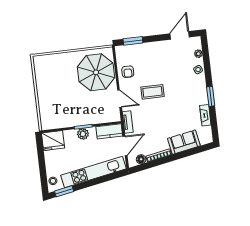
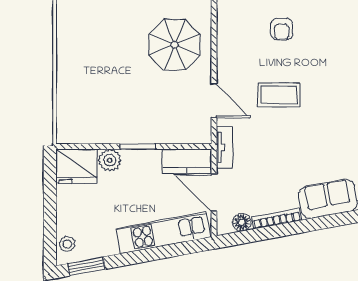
parasol: (96, 72) -> (175, 45), width x0.73, depth x0.73
armchair: (128, 72) -> (282, 29), moved
plant: (83, 134) -> (110, 160), moved
door: (125, 146) -> (214, 193), swing flipped
kitchen unit: (93, 172) -> (164, 233), width x0.73

